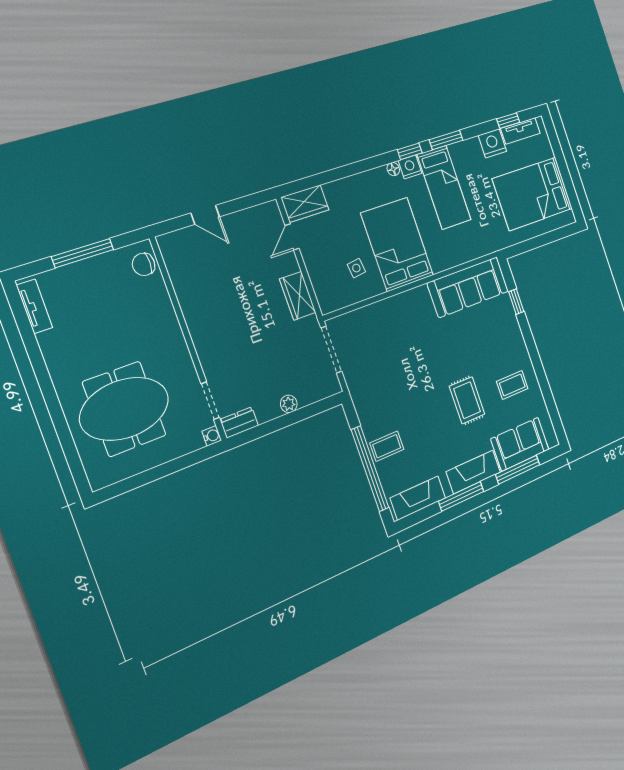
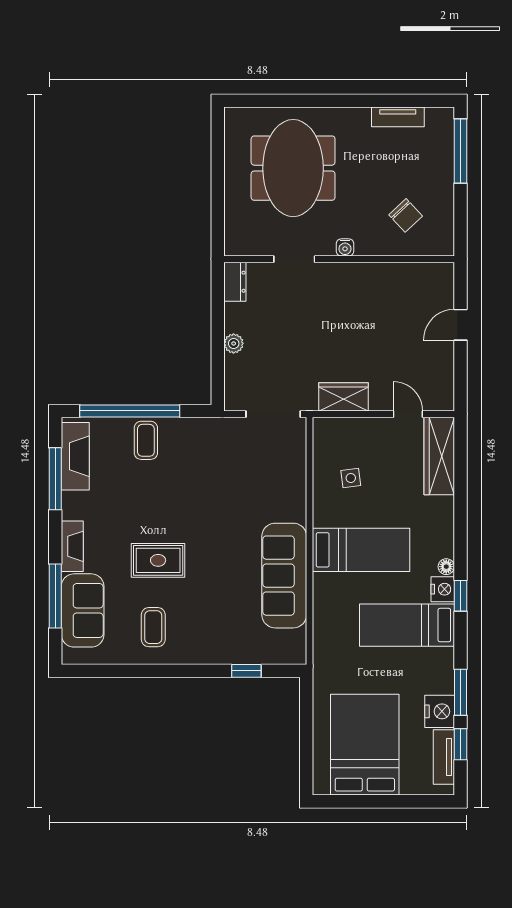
window: (446, 140) -> (460, 692), moved
wardrobe: (305, 204) -> (439, 456), width x1.50
bed: (397, 244) -> (361, 550), width x0.67
window: (83, 253) -> (460, 151), moved
chair: (144, 264) -> (406, 215), moved, turned 137
sofa: (468, 287) -> (284, 576), moved
tv unit: (34, 306) -> (398, 117), moved
doorway: (210, 401) -> (294, 259), moved
water cooler: (212, 436) -> (345, 247), moved
fireplace: (473, 472) -> (72, 546), width x0.73, depth x0.76
window: (461, 496) -> (55, 479), moved

